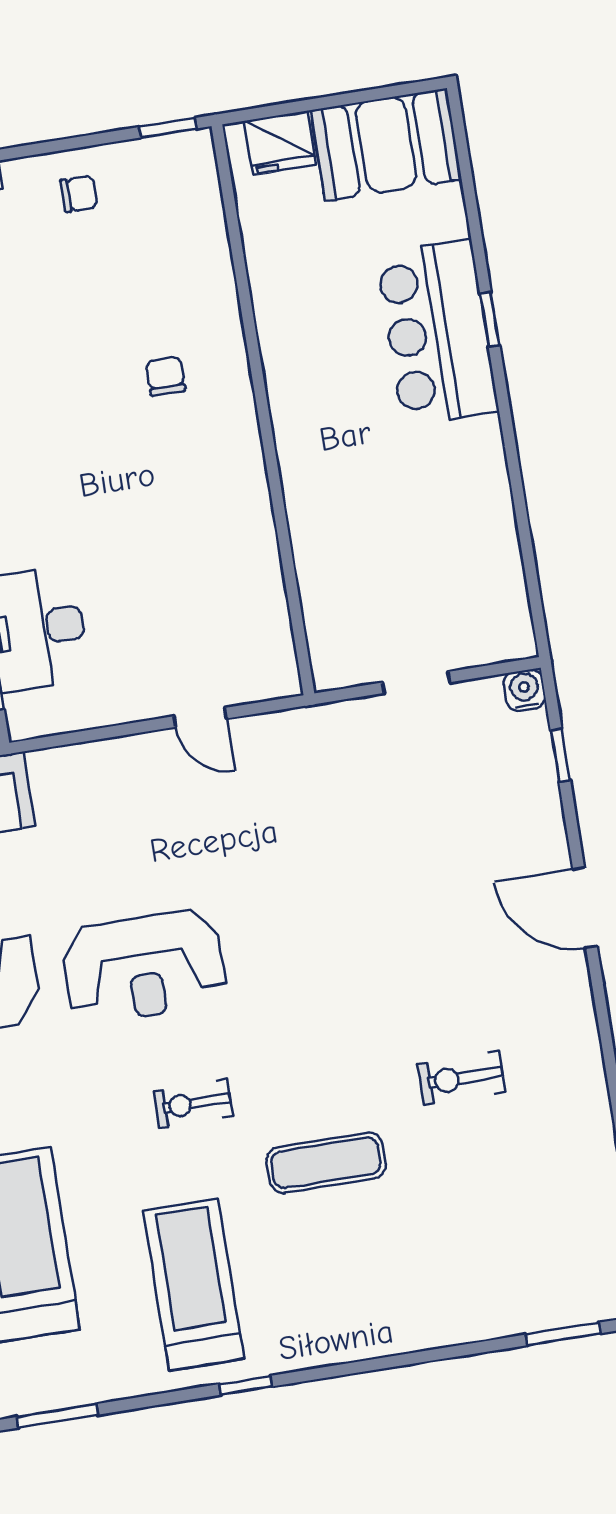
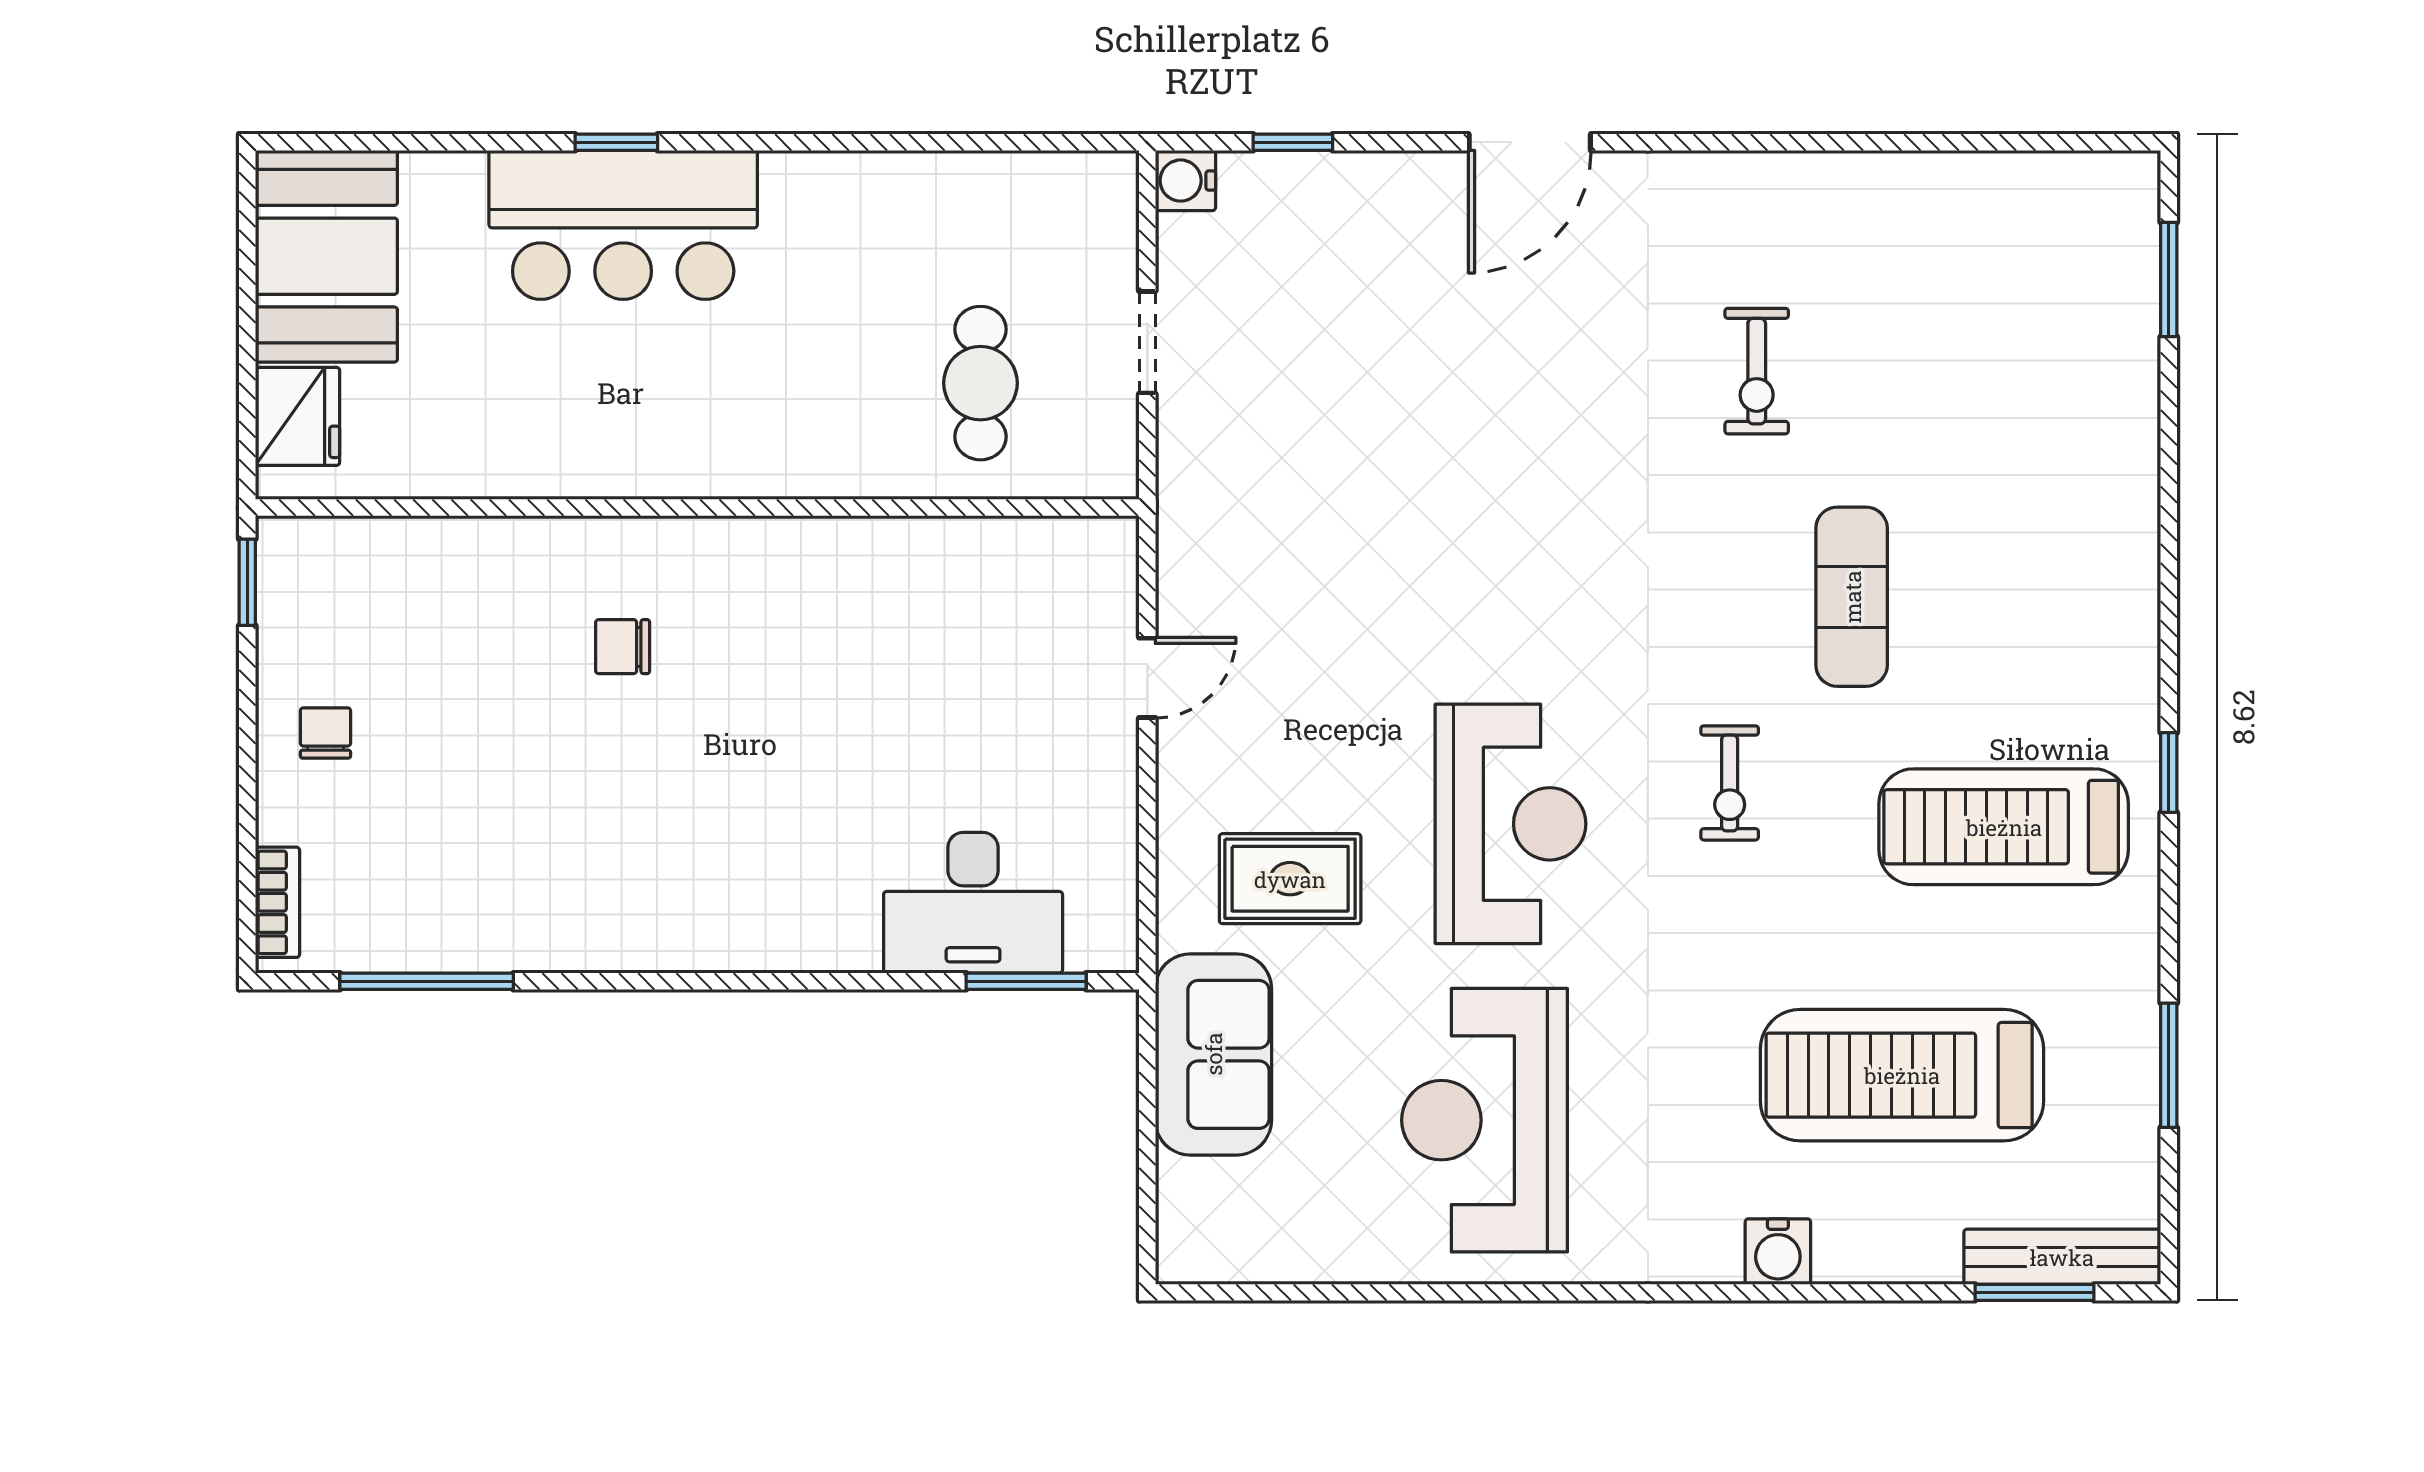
cafe table: (373, 579) -> (980, 383), added
rug: (86, 830) -> (1290, 879), added

